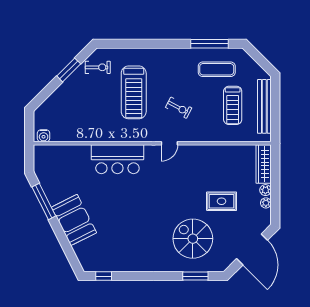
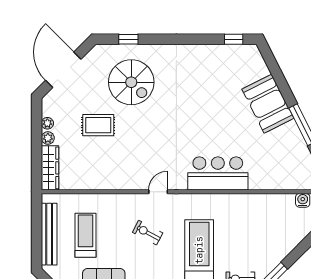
window: (195, 276) -> (128, 39), width x0.67

